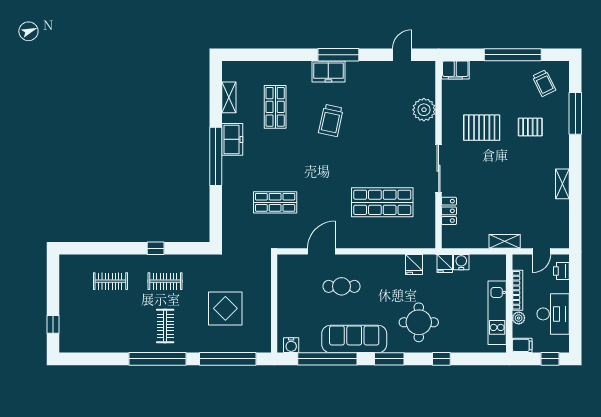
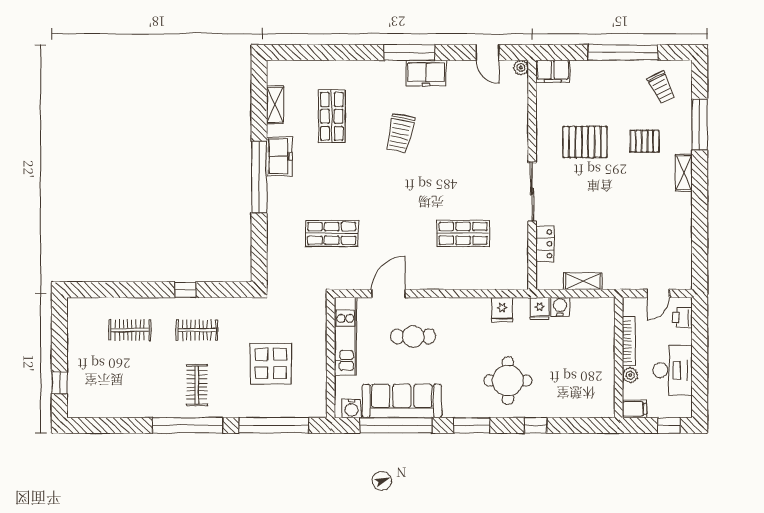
door: (402, 55) -> (487, 52), swing flipped
freezer: (328, 71) -> (426, 73), moved
plant: (424, 110) -> (521, 68), moved, width x0.53, depth x0.53
shelving: (562, 184) -> (684, 173), moved
shop shelf: (382, 202) -> (463, 233), width x0.70, depth x0.74
shelving: (505, 241) -> (583, 281), moved
kitchen unit: (497, 313) -> (345, 336), moved, turned 180
sofa: (354, 339) -> (402, 401), moved

